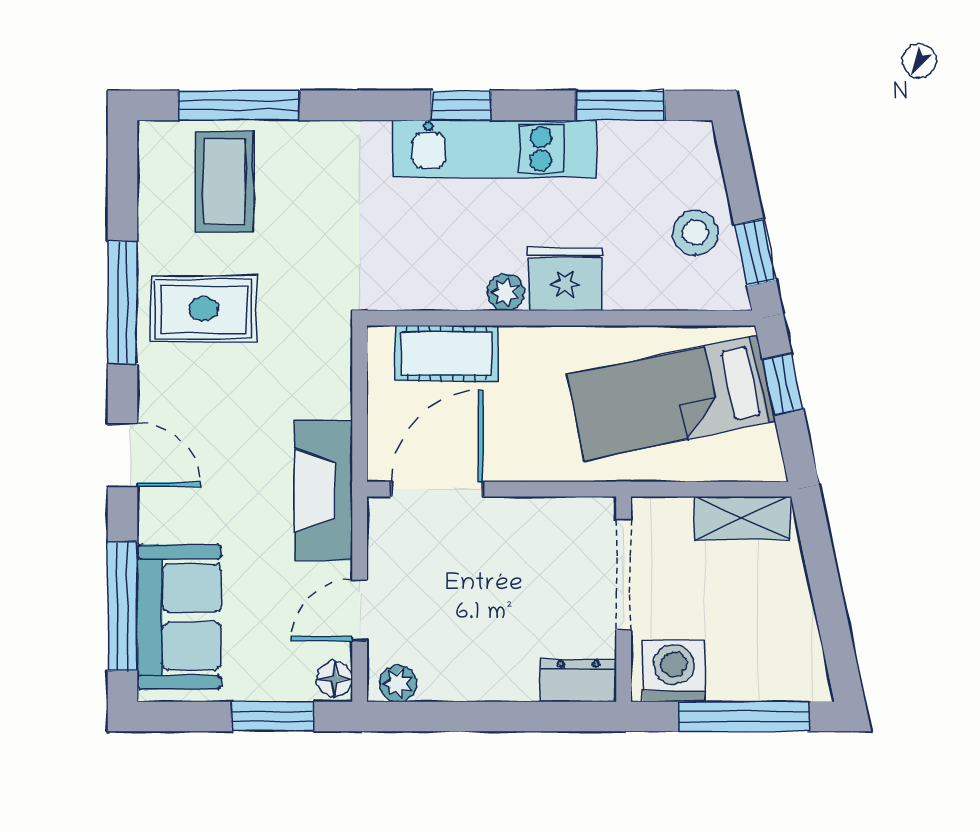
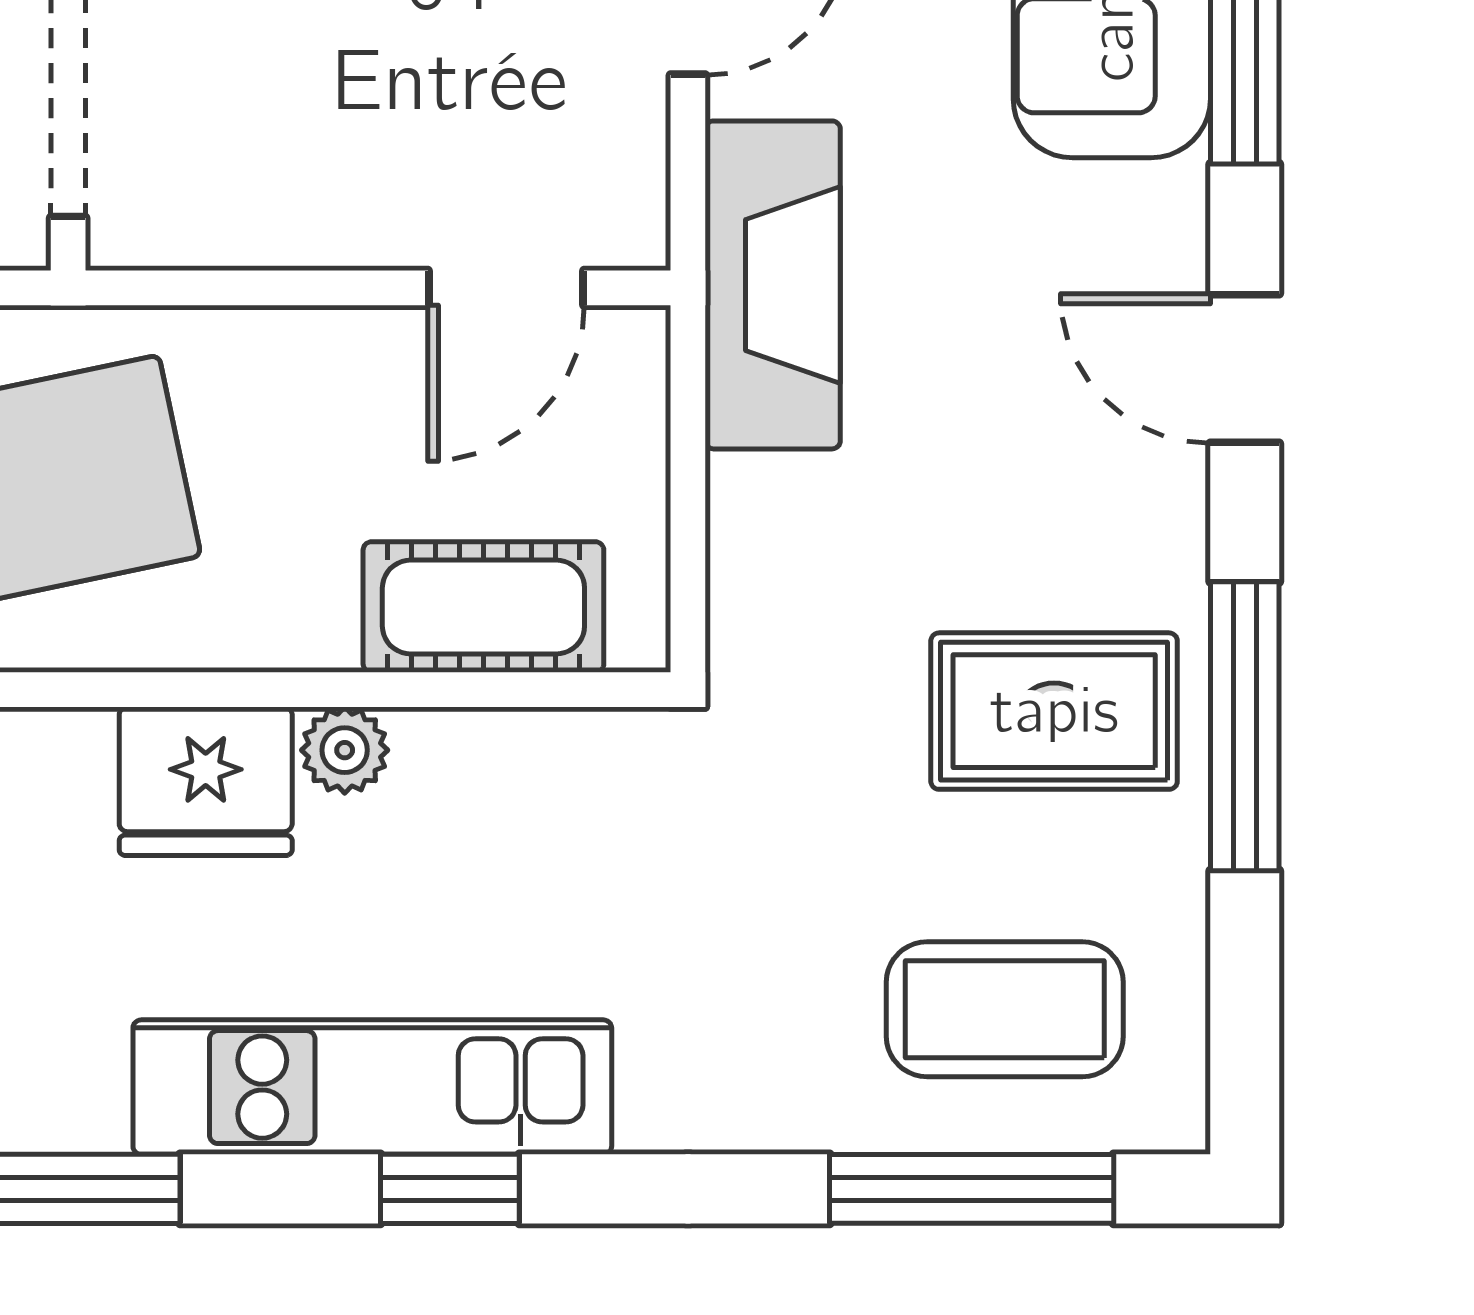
coffee table: (225, 182) -> (1005, 1009), turned 90
door: (437, 489) -> (506, 288), width x0.73

